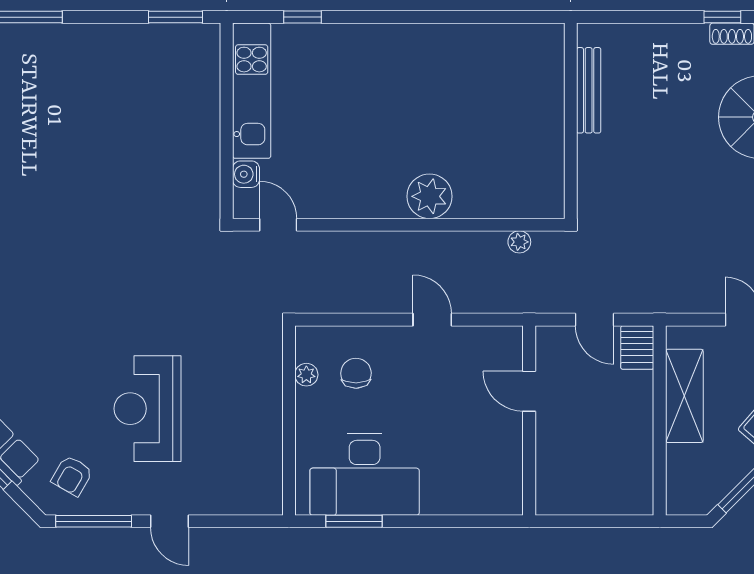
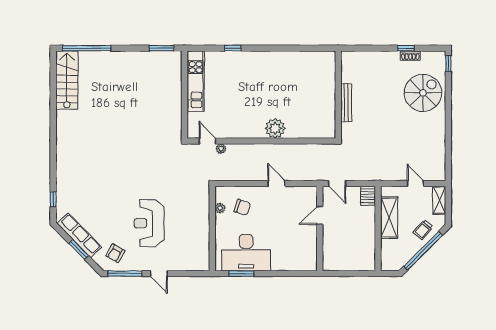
window: (303, 17) -> (233, 48), moved
bench: (589, 90) -> (346, 103), moved
water cooler: (246, 174) -> (193, 118), removed
plant: (519, 242) -> (221, 149), moved
door: (594, 320) -> (337, 183), moved
chair: (356, 373) -> (242, 207), turned 110
door: (529, 391) -> (320, 215), hinge flipped

